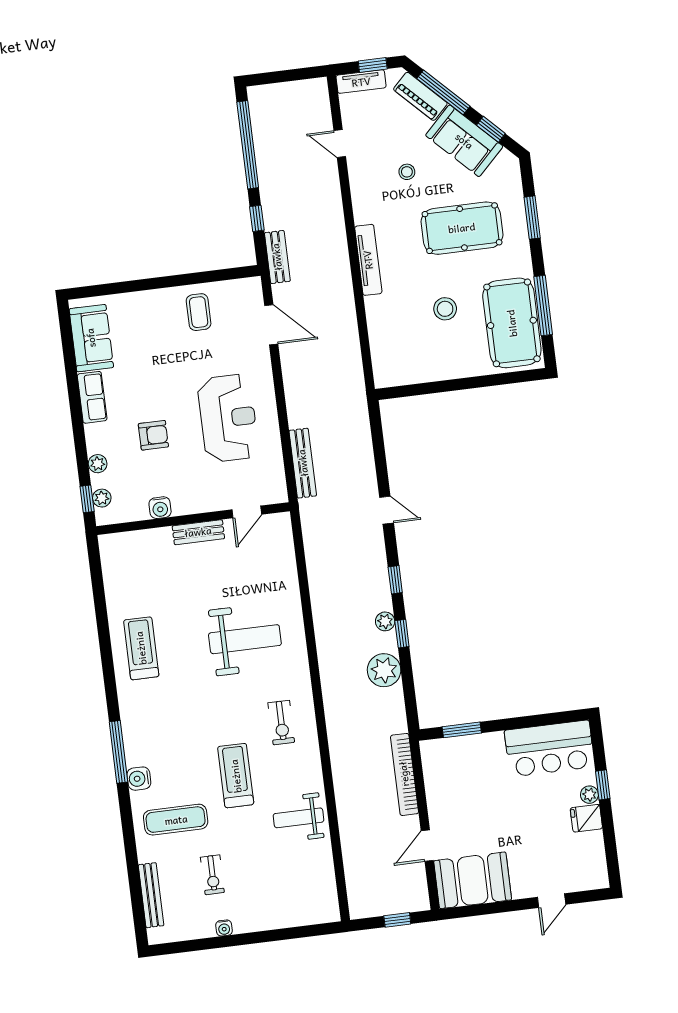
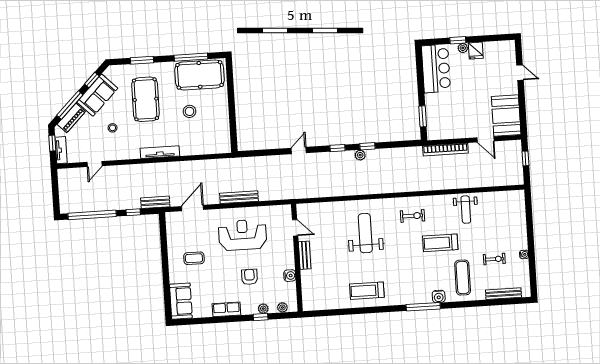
coffee table: (199, 312) -> (194, 258), moved
sofa: (91, 338) -> (181, 301), moved, turned 90
bench: (303, 463) -> (239, 197), moved
window: (87, 499) -> (261, 317), moved
plant: (384, 670) -> (387, 157), removed

